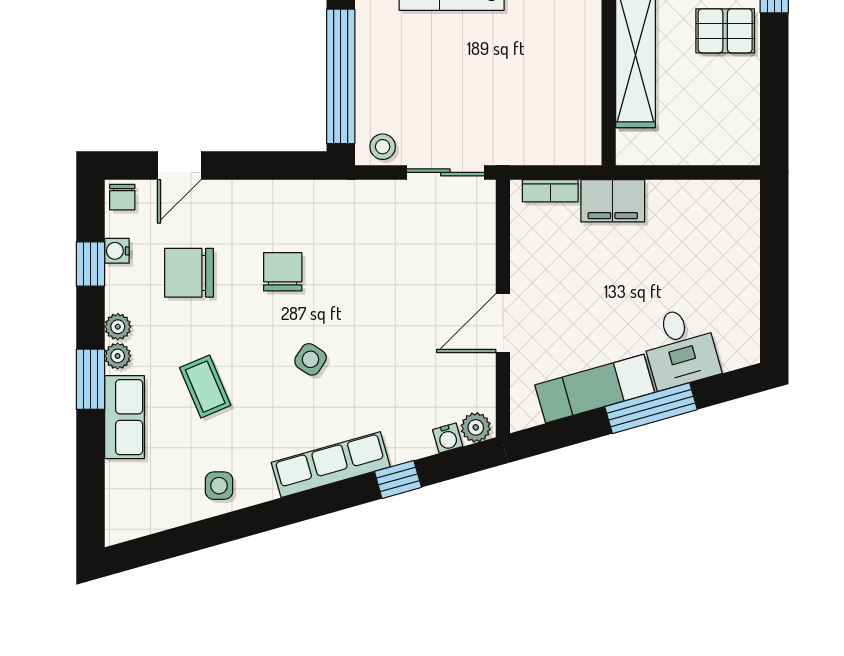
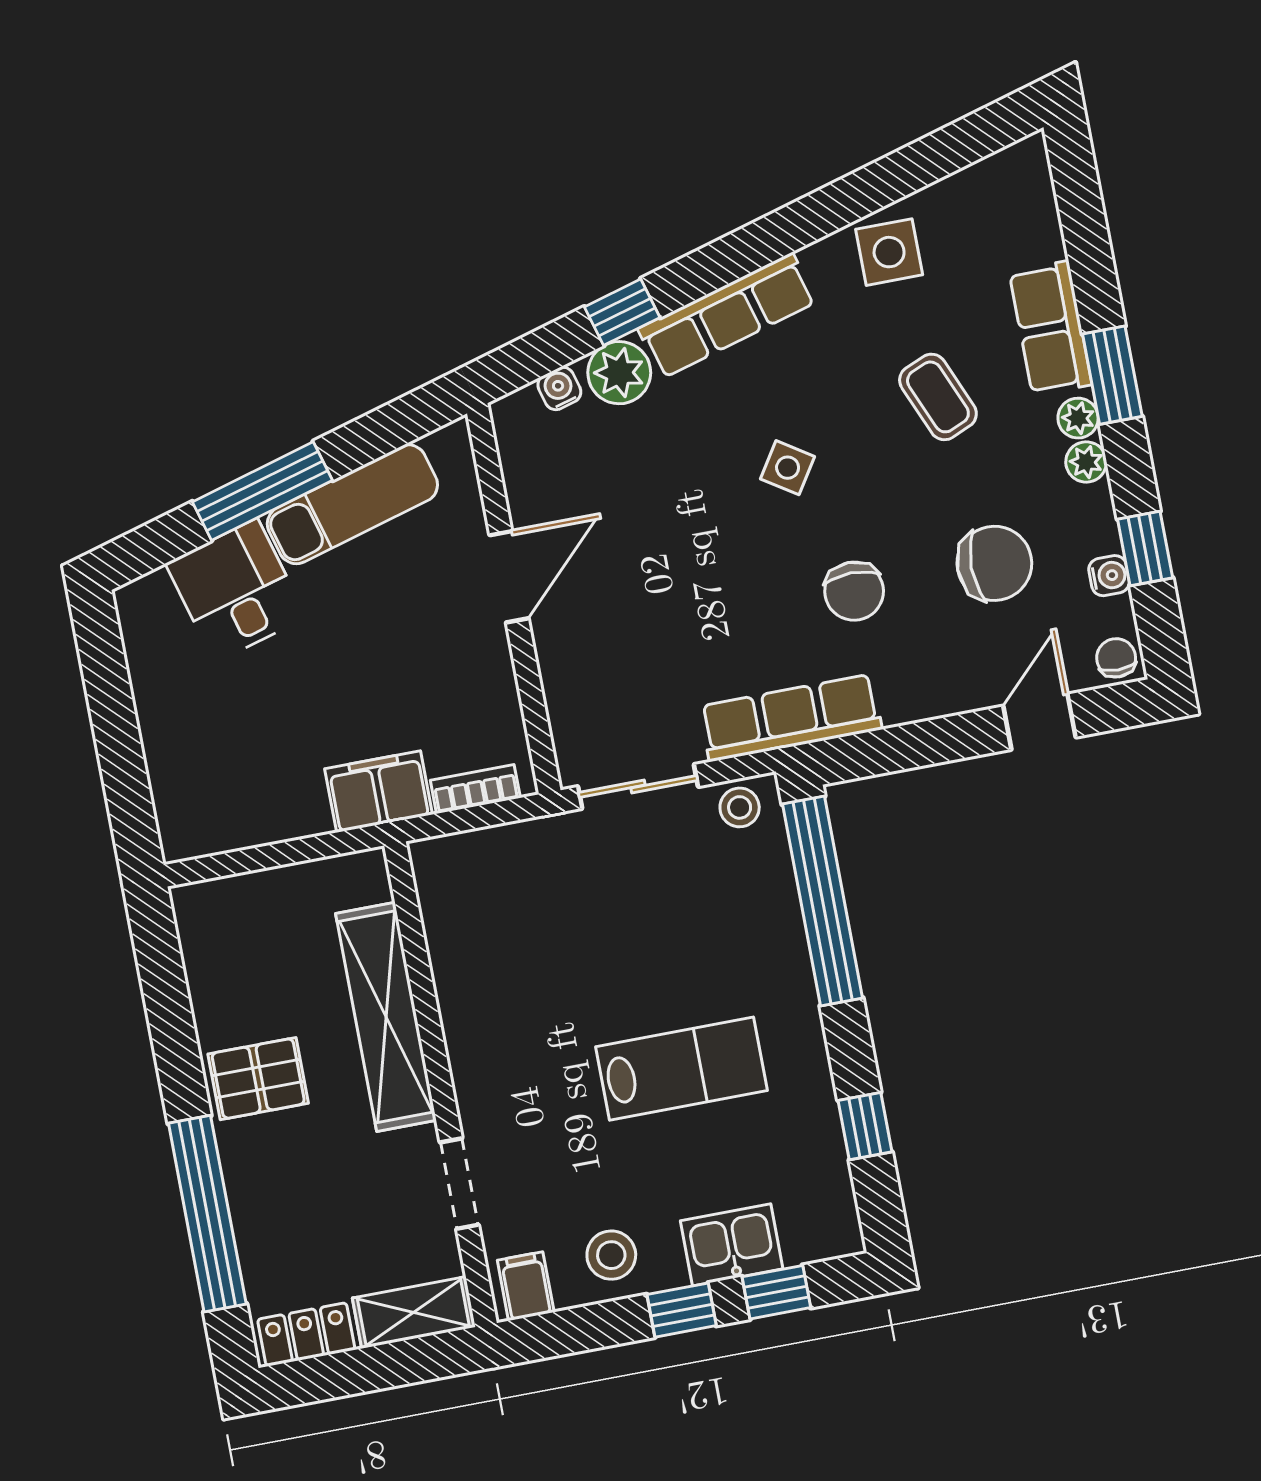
row of seats: (339, 198) -> (791, 718), added
plant: (476, 427) -> (619, 373), moved, width x1.38, depth x1.38
side table: (219, 486) -> (889, 252), width x1.37, depth x1.37

